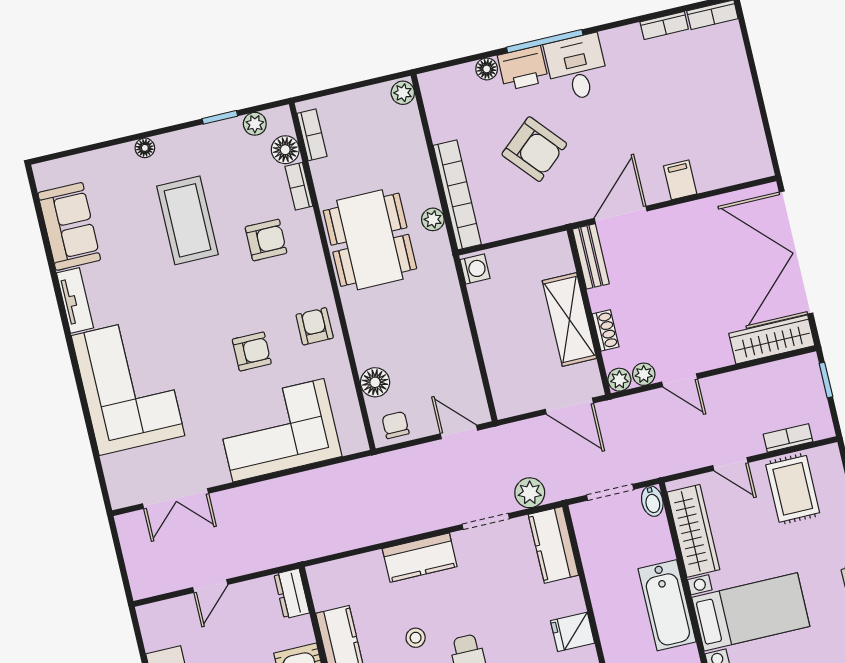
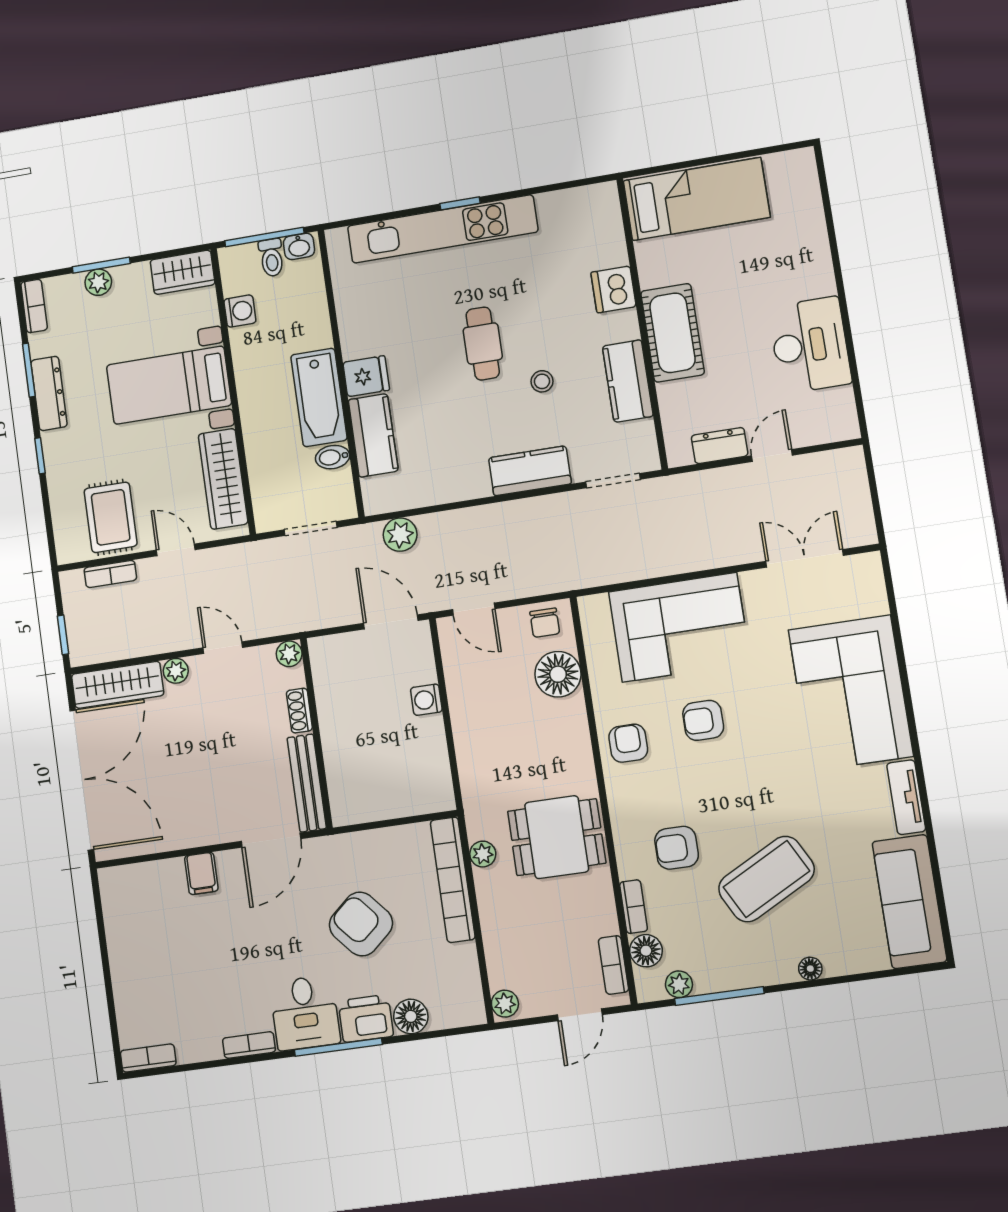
bookcase: (664, 25) -> (249, 1045), moved
floor lamp: (487, 69) -> (411, 1016), width x1.37, depth x1.37
door: (338, 90) -> (580, 1015), added
window: (220, 117) -> (719, 996), width x2.17
coffee table: (187, 220) -> (766, 879), turned 62
sofa: (69, 226) -> (909, 902), width x1.36
dining table: (370, 240) -> (557, 837), width x0.73
bench: (591, 256) -> (307, 783), width x1.36
washing machine: (475, 269) -> (426, 700), moved
shelving: (569, 319) -> (339, 726), removed
armchair: (315, 326) -> (628, 743), turned 180
plant: (644, 374) -> (176, 671), moved
floor lamp: (375, 382) -> (558, 674), width x1.38, depth x1.38
door: (569, 406) -> (391, 622), moved
bidet: (652, 501) -> (332, 457), moved, turned -90
doorway: (486, 521) -> (613, 481), moved
kitchen counter: (553, 545) -> (373, 435), moved
dresser: (292, 594) -> (720, 446), moved, turned -90
bathtub: (667, 605) -> (319, 397), moved, turned 180

